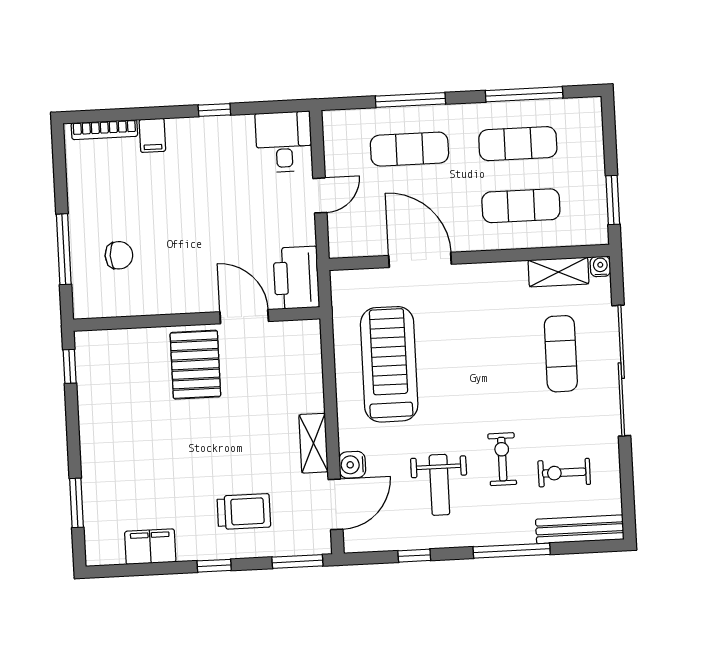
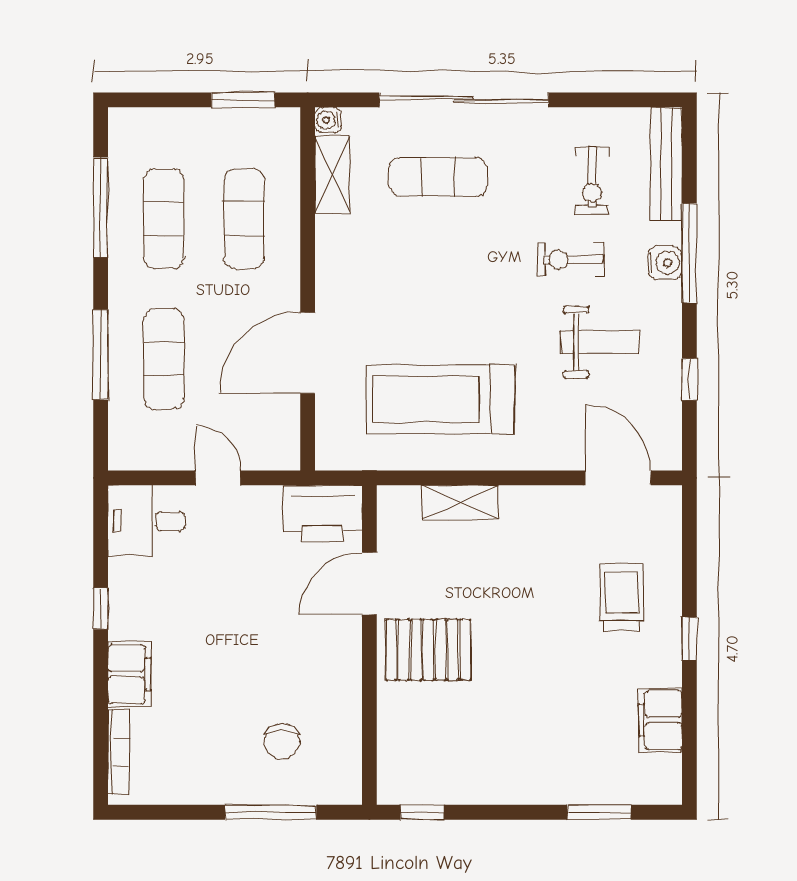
filing cabinet: (152, 135) -> (129, 674), width x2.00
chair: (119, 255) -> (282, 741), turned 180
shelving: (314, 443) -> (460, 502), moved
water cooler: (352, 465) -> (665, 263), moved, turned -90
window: (297, 562) -> (689, 531), removed

